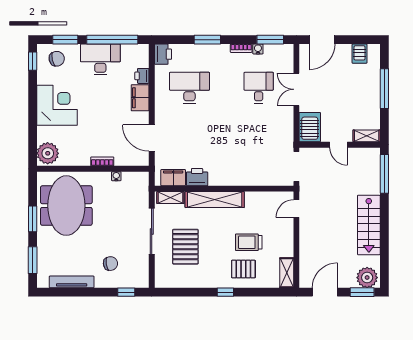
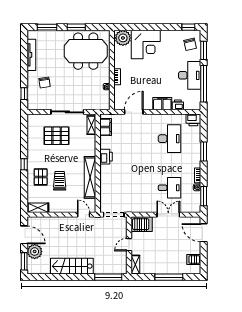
corner desk: (57, 105) -> (146, 44), moved
printer: (197, 177) -> (106, 157), moved
shelving: (215, 200) -> (90, 177), moved
plant: (367, 278) -> (35, 252), moved

